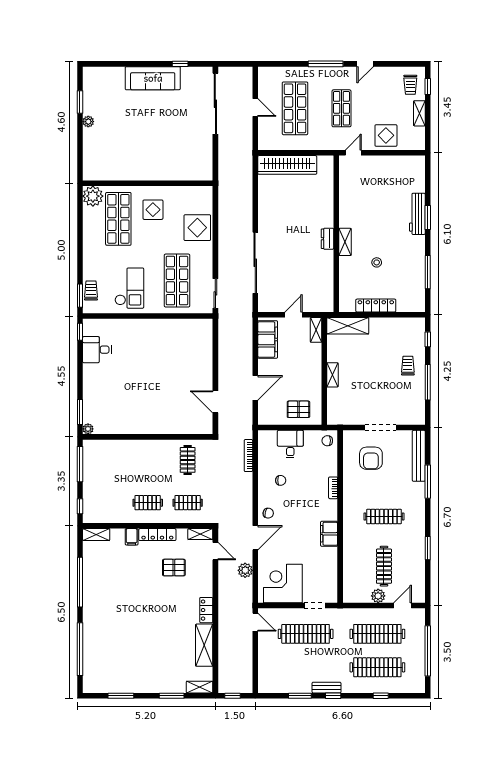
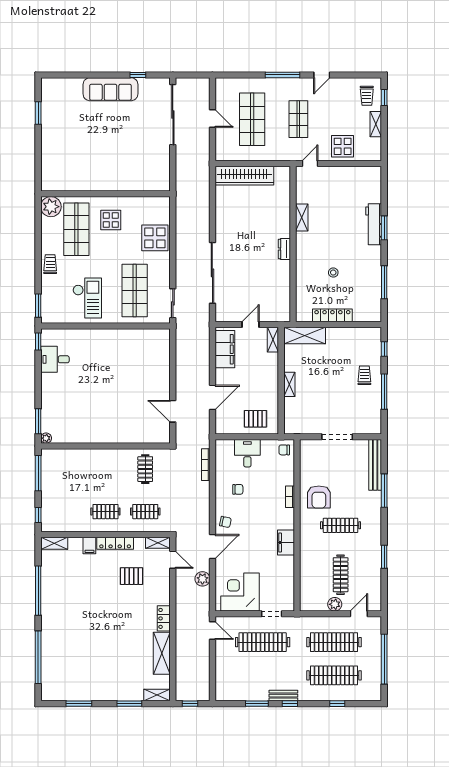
plant: (88, 122) -> (46, 132), removed
shelving: (345, 242) -> (302, 218), moved
trolley: (91, 290) -> (50, 264), moved
armchair: (371, 458) -> (319, 497), moved

